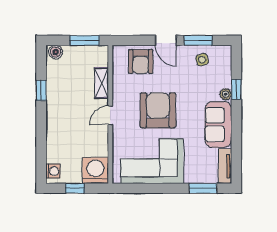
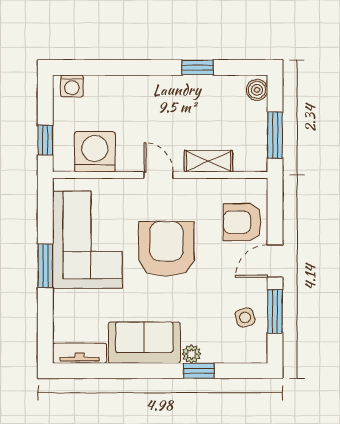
armchair: (158, 110) -> (166, 249), turned -90
washing machine: (95, 170) -> (95, 152), moved, turned -90
window: (75, 188) -> (45, 140), moved
window: (203, 188) -> (45, 266), moved

